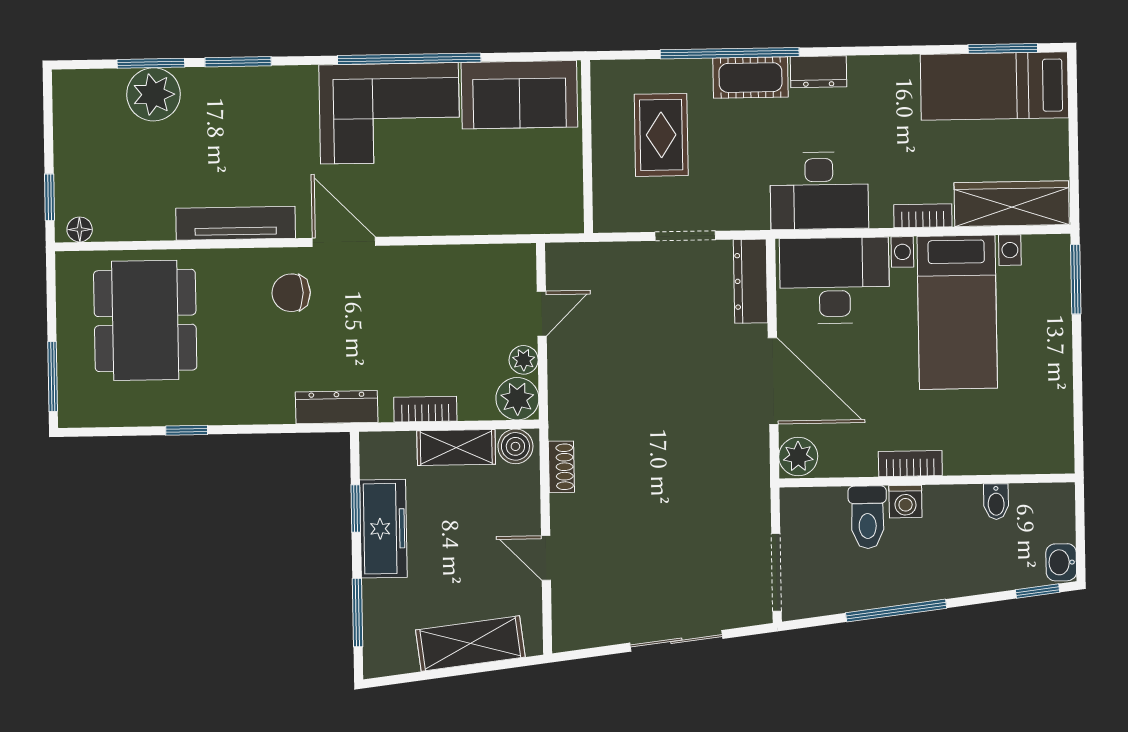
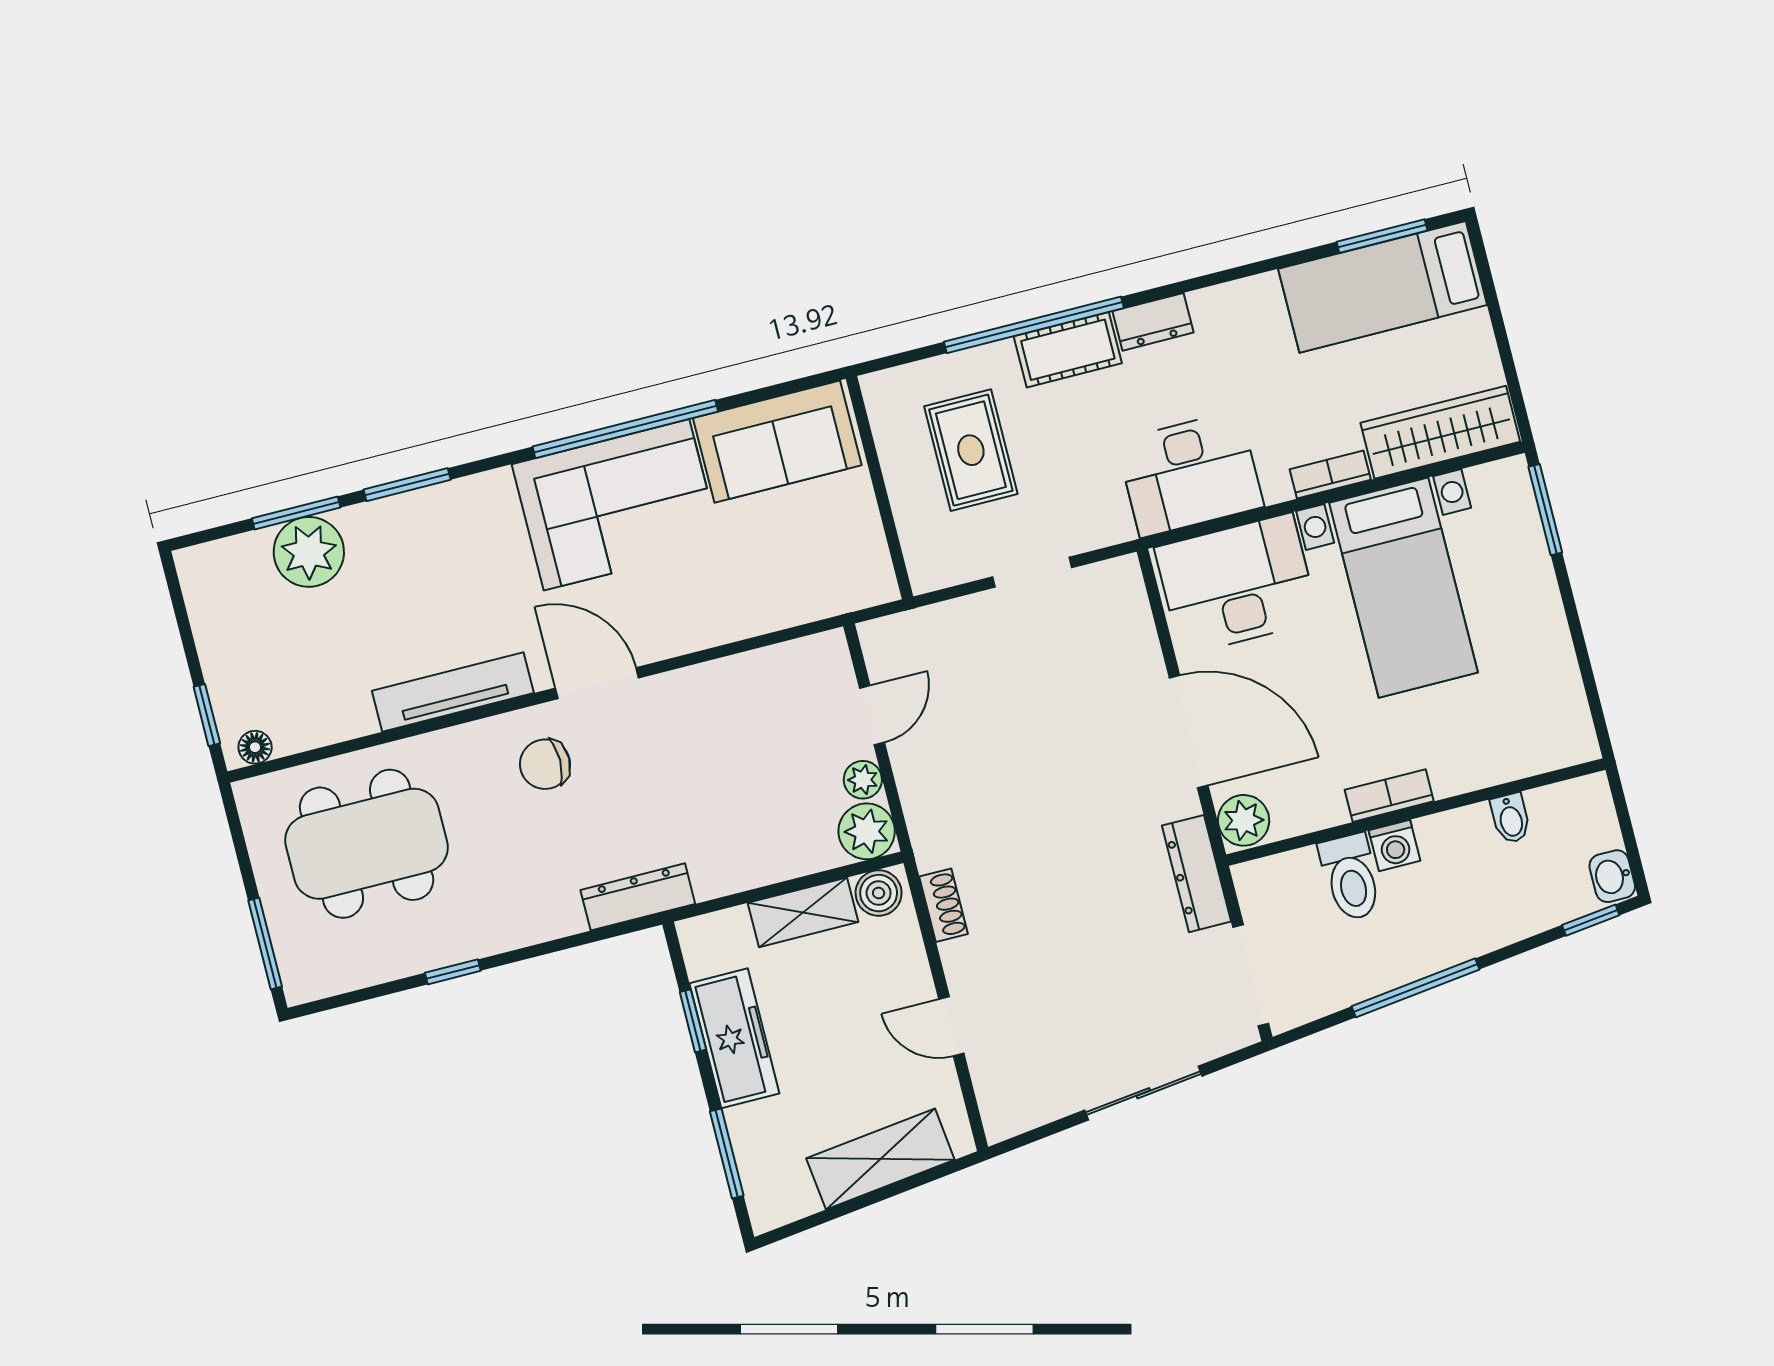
dresser: (750, 281) -> (1196, 874), moved
dining table: (145, 320) -> (367, 844), turned 90
bookcase: (425, 409) -> (752, 873), removed

